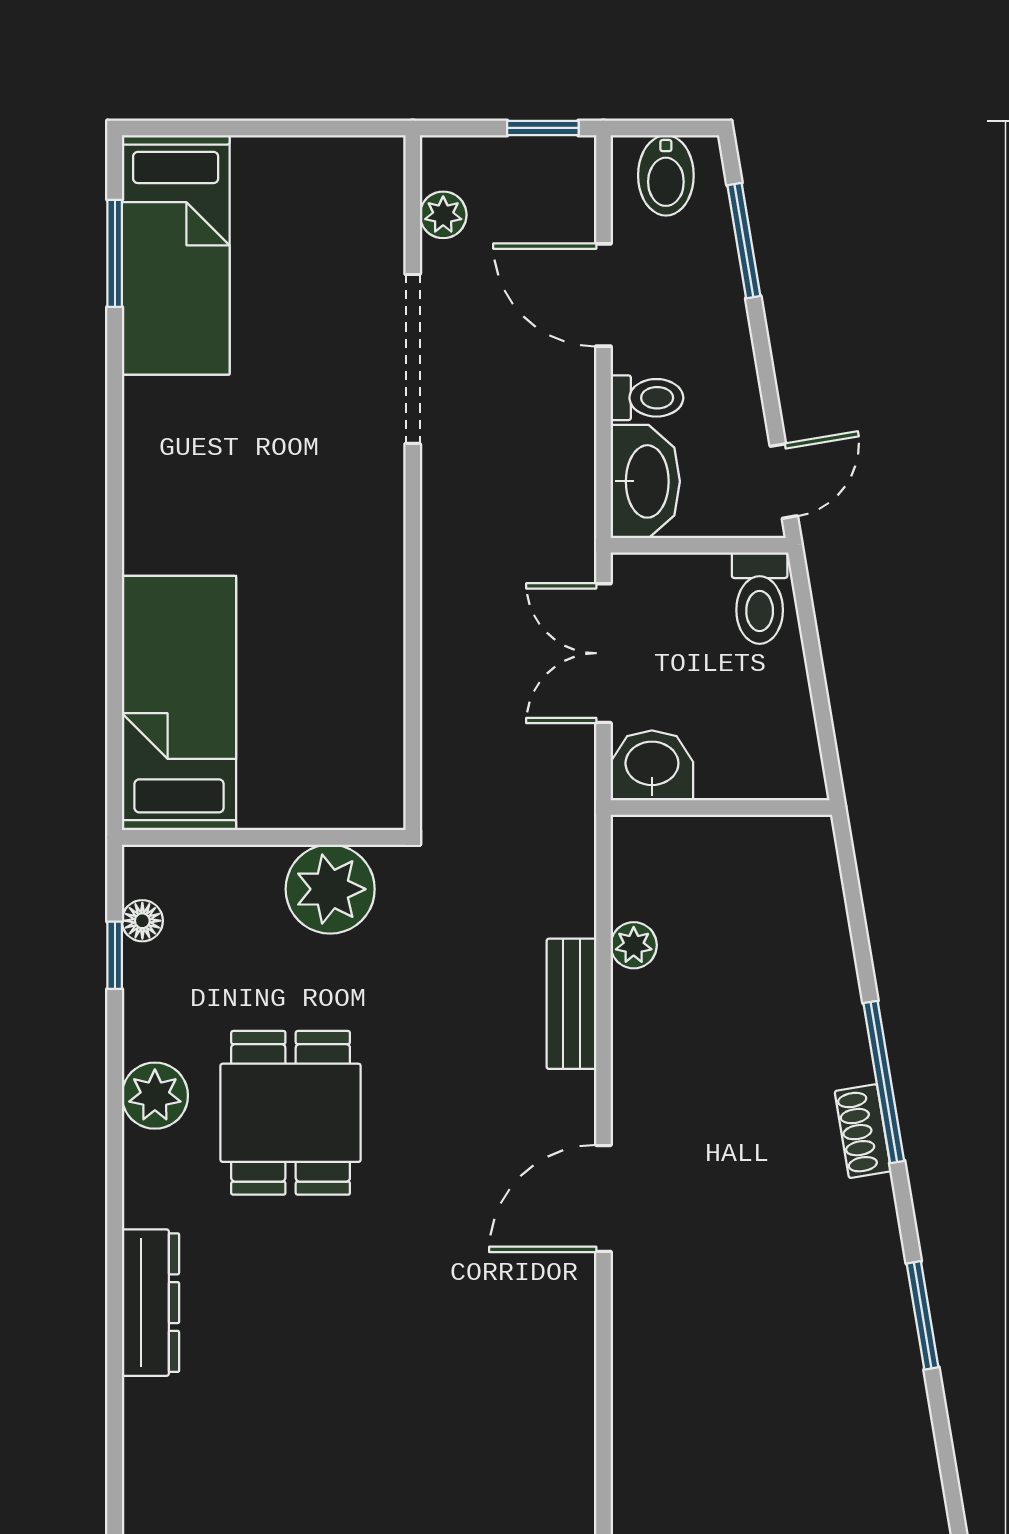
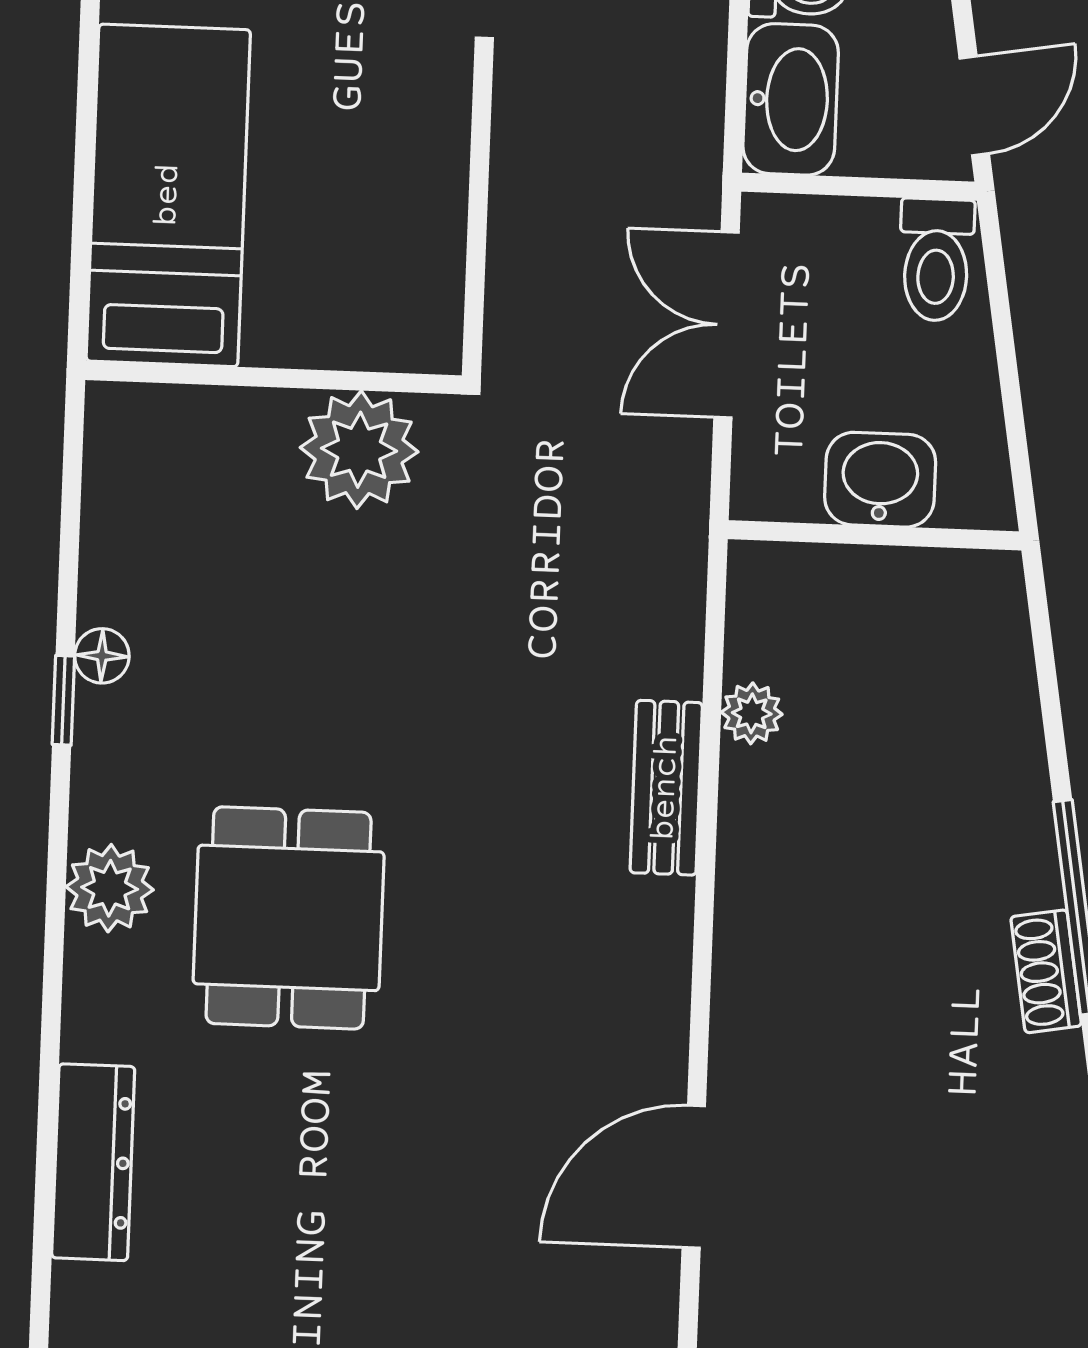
bed: (179, 703) -> (168, 195), moved
washbasin: (652, 765) -> (880, 480), moved
wall: (264, 837) -> (274, 378), moved
plant: (330, 889) -> (359, 450), moved
door: (603, 1198) -> (694, 1177), moved

